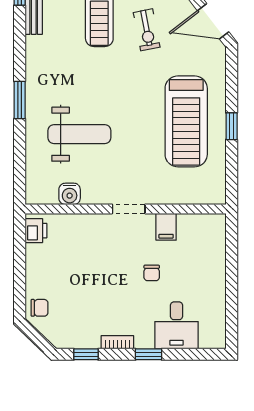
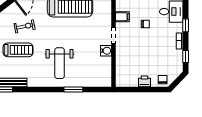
window: (20, 100) -> (73, 89), moved
weight bench: (79, 134) -> (60, 63), moved, turned 180
water cooler: (70, 194) -> (106, 51), moved
printer: (36, 231) -> (144, 81), moved

